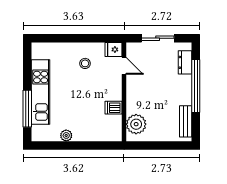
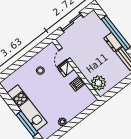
fridge: (114, 49) -> (66, 69), moved
dresser: (185, 62) -> (113, 42), moved
door: (124, 66) -> (64, 54), swing flipped

